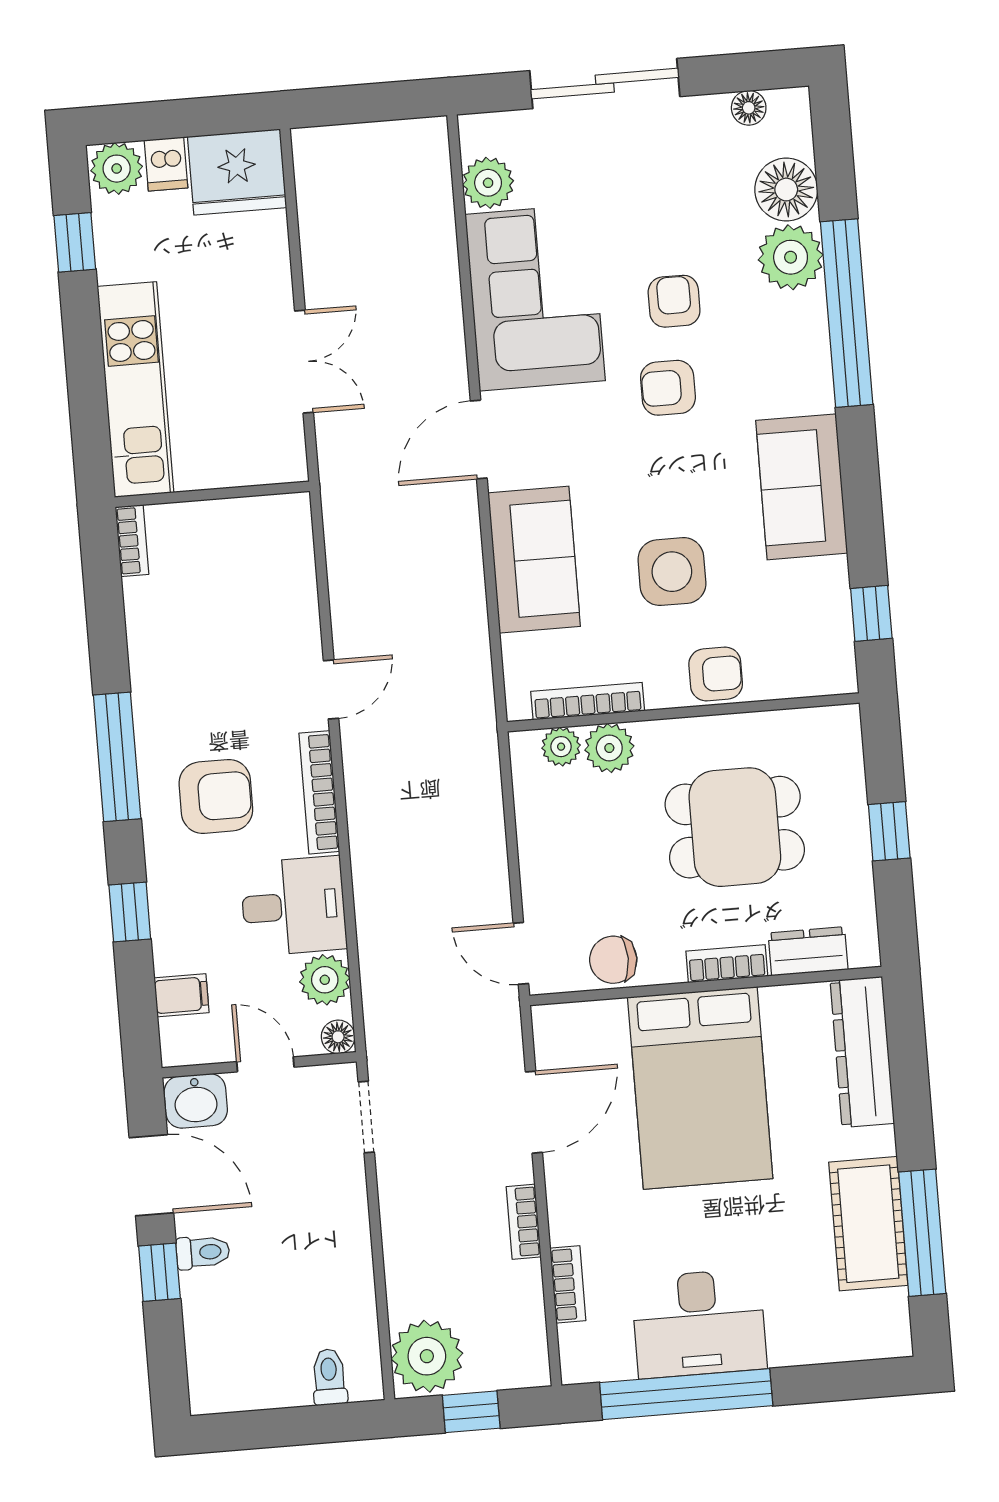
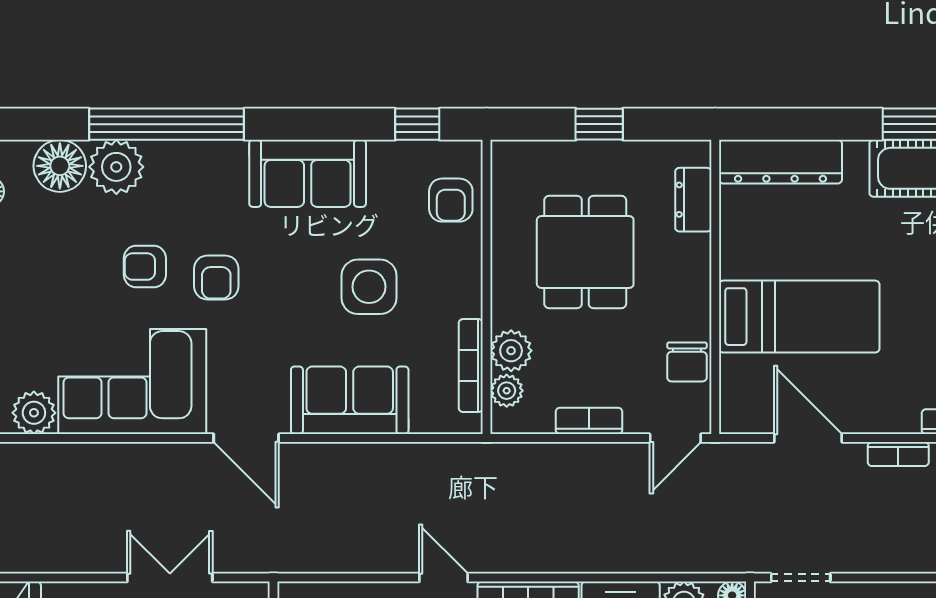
armchair: (716, 674) -> (451, 200), moved, turned 180
bookcase: (727, 964) -> (589, 421), moved, turned 90
bed: (700, 1088) -> (799, 317), width x0.67

